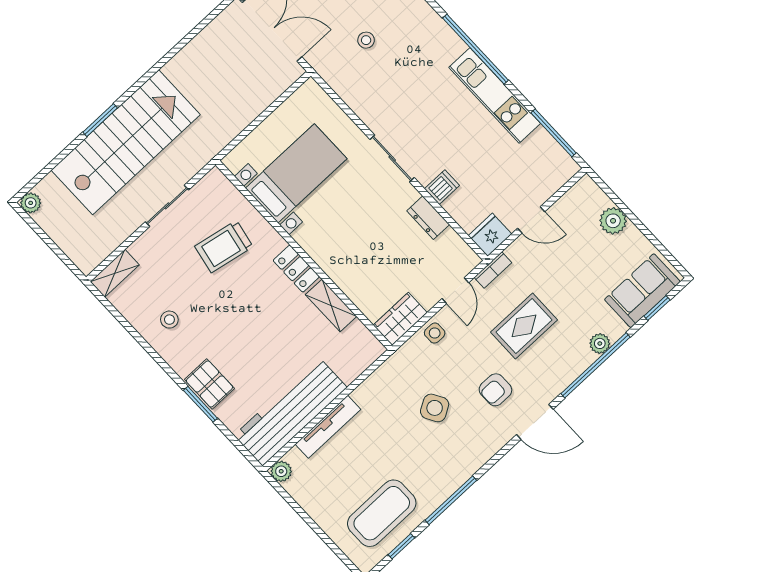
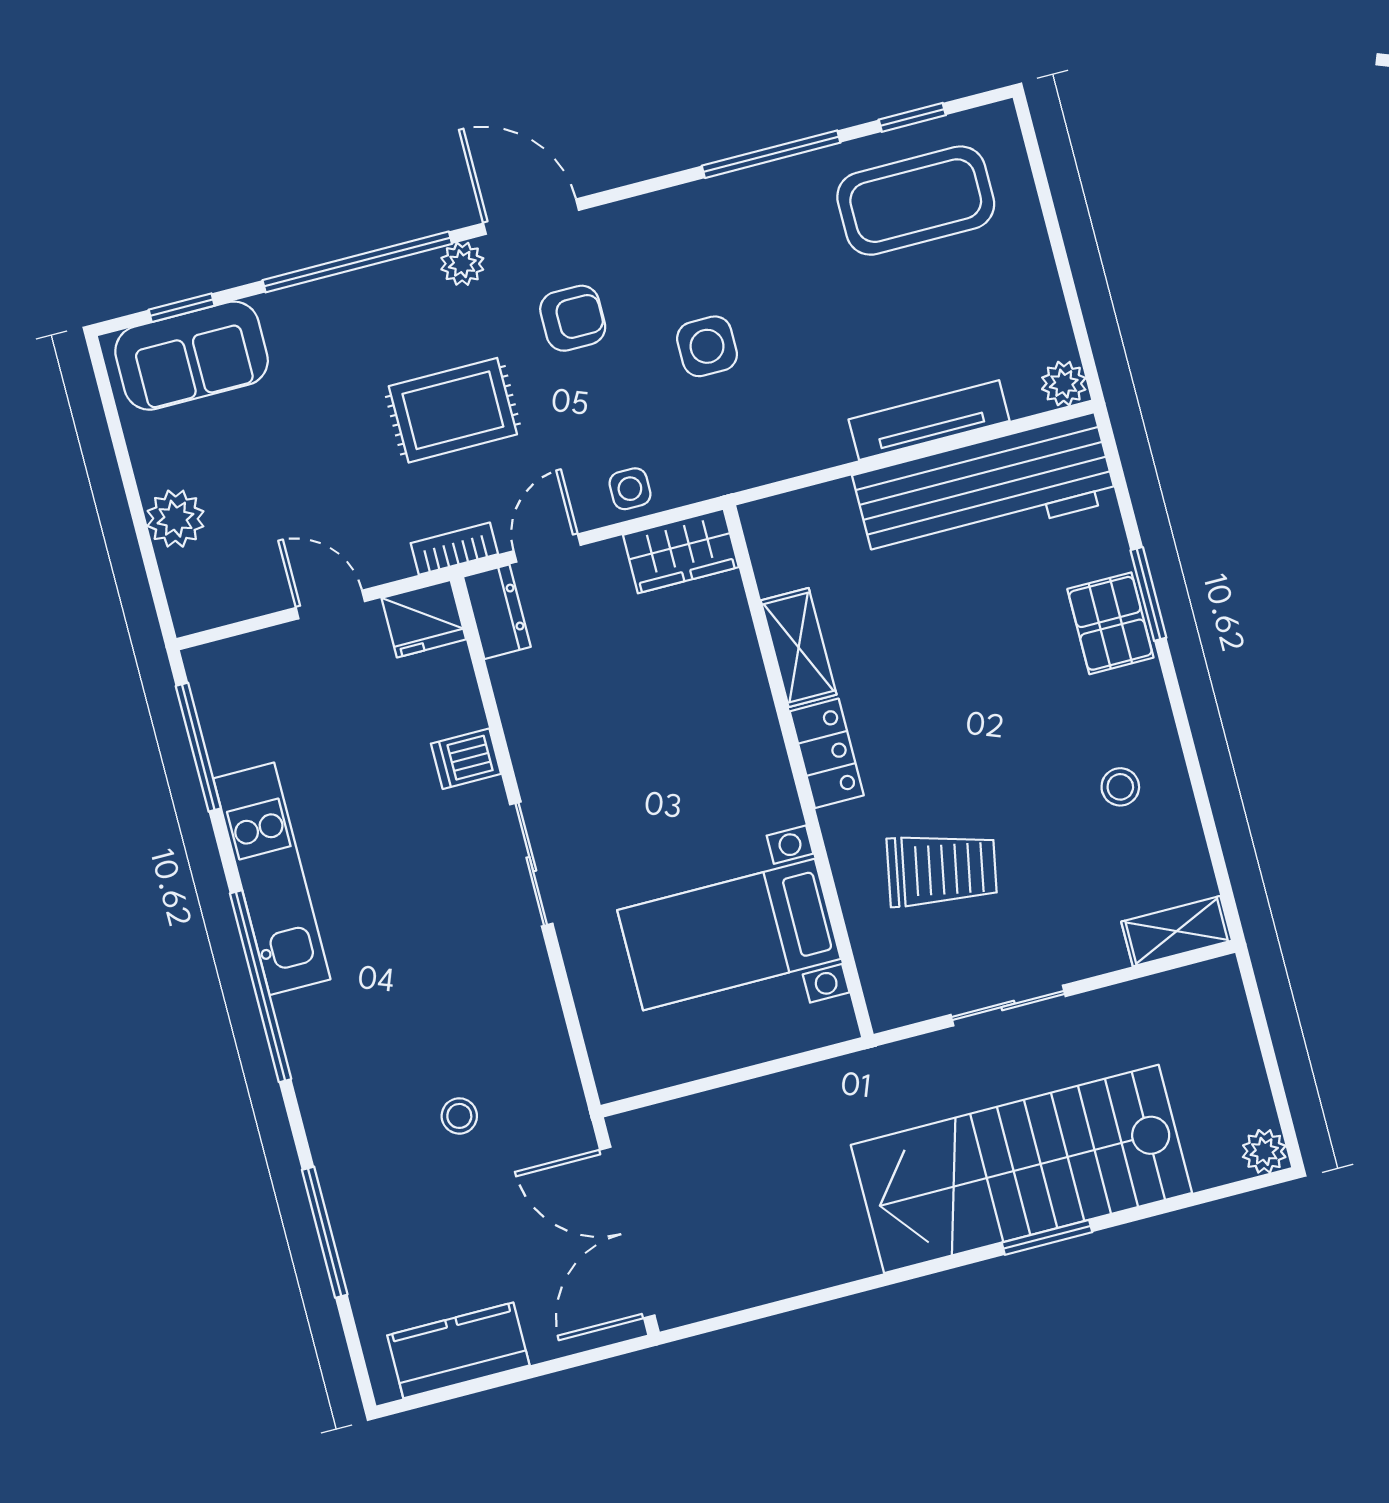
dresser: (428, 218) -> (497, 612), moved
plant: (600, 343) -> (462, 264), moved
side table: (435, 408) -> (707, 346), turned 30

